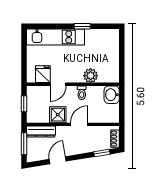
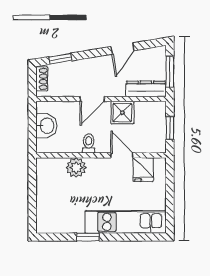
door: (58, 84) -> (122, 155), hinge flipped
washbasin: (112, 95) -> (46, 126), moved

